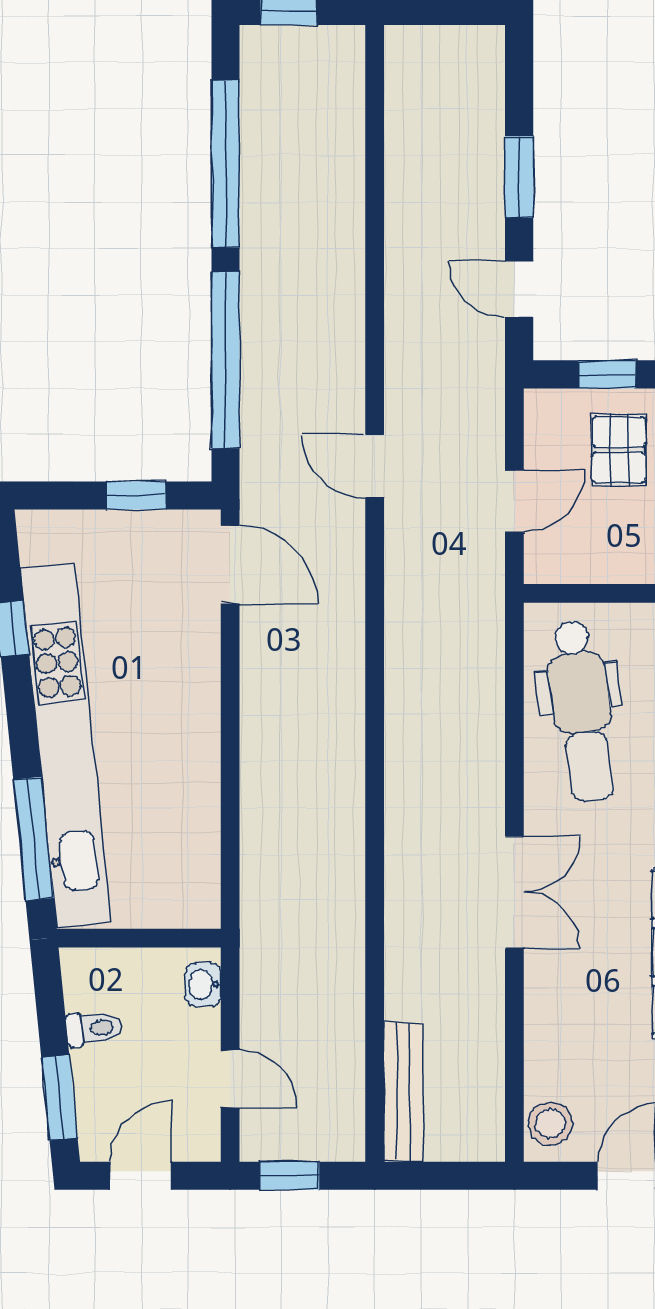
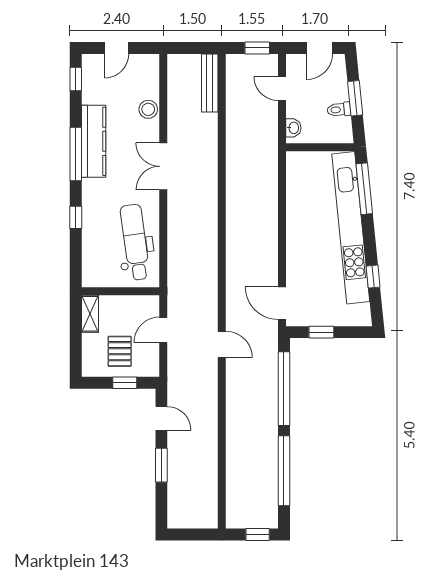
window: (59, 1098) -> (355, 98), moved
stool: (550, 1123) -> (148, 109), moved

